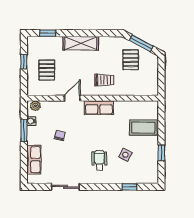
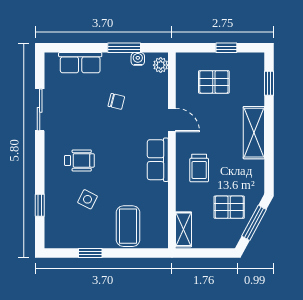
shelving: (145, 90) -> (183, 229), added

